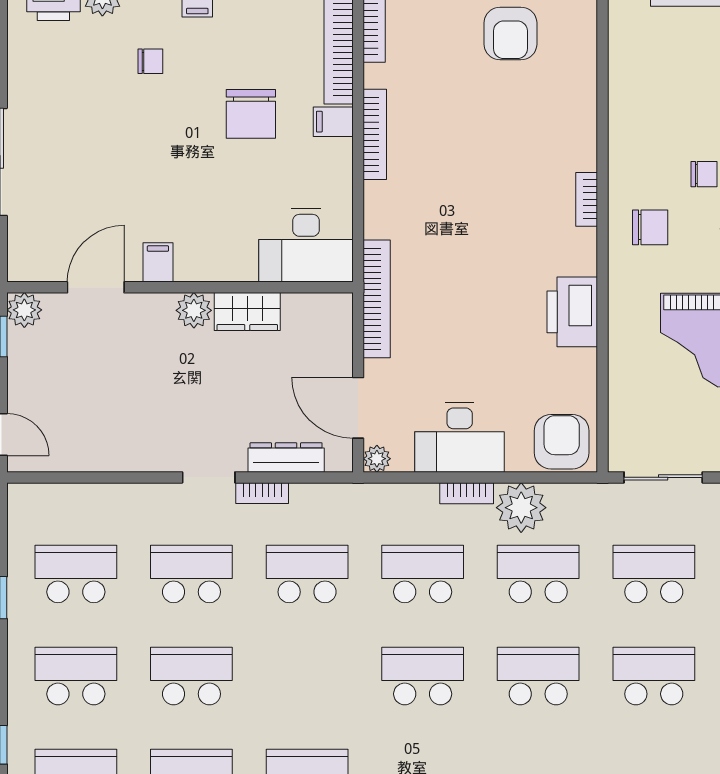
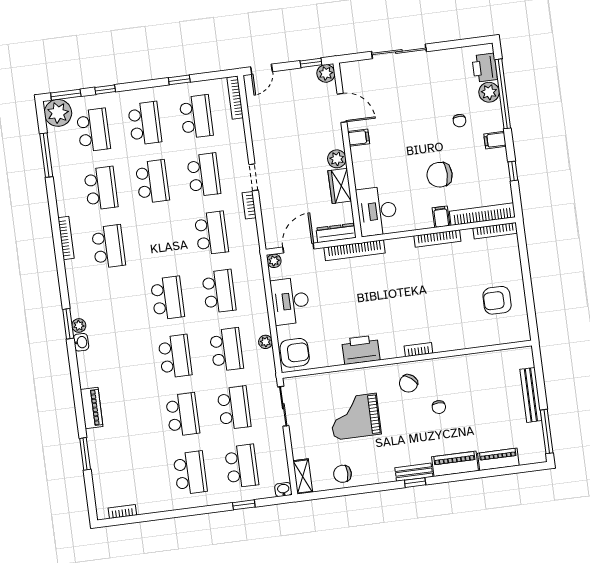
chair: (650, 227) -> (408, 383), turned 39
dresser: (286, 457) -> (336, 233), moved, turned -90
bookcase: (467, 493) -> (235, 98), moved, width x1.56
plant: (521, 508) -> (265, 342), width x0.53, depth x0.53

